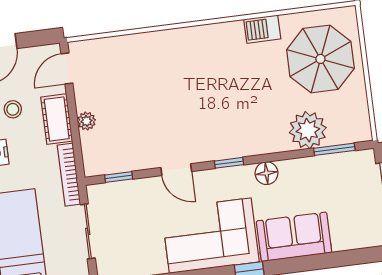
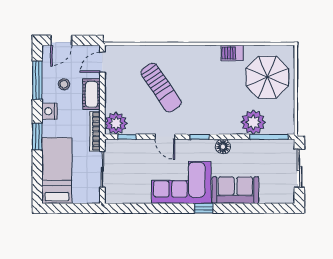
sun lounger: (161, 96) -> (161, 88), added
plant: (87, 121) -> (116, 123), moved, width x1.88, depth x1.88
window: (334, 149) -> (269, 137), width x1.44

